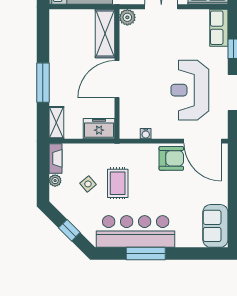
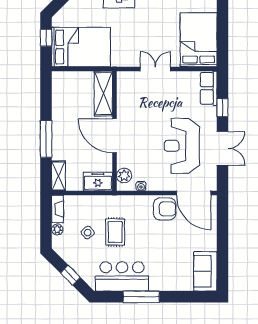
plant: (127, 17) -> (124, 175), moved
door: (117, 79) -> (115, 136), hinge flipped
bar counter: (136, 231) -> (122, 276), width x0.73

